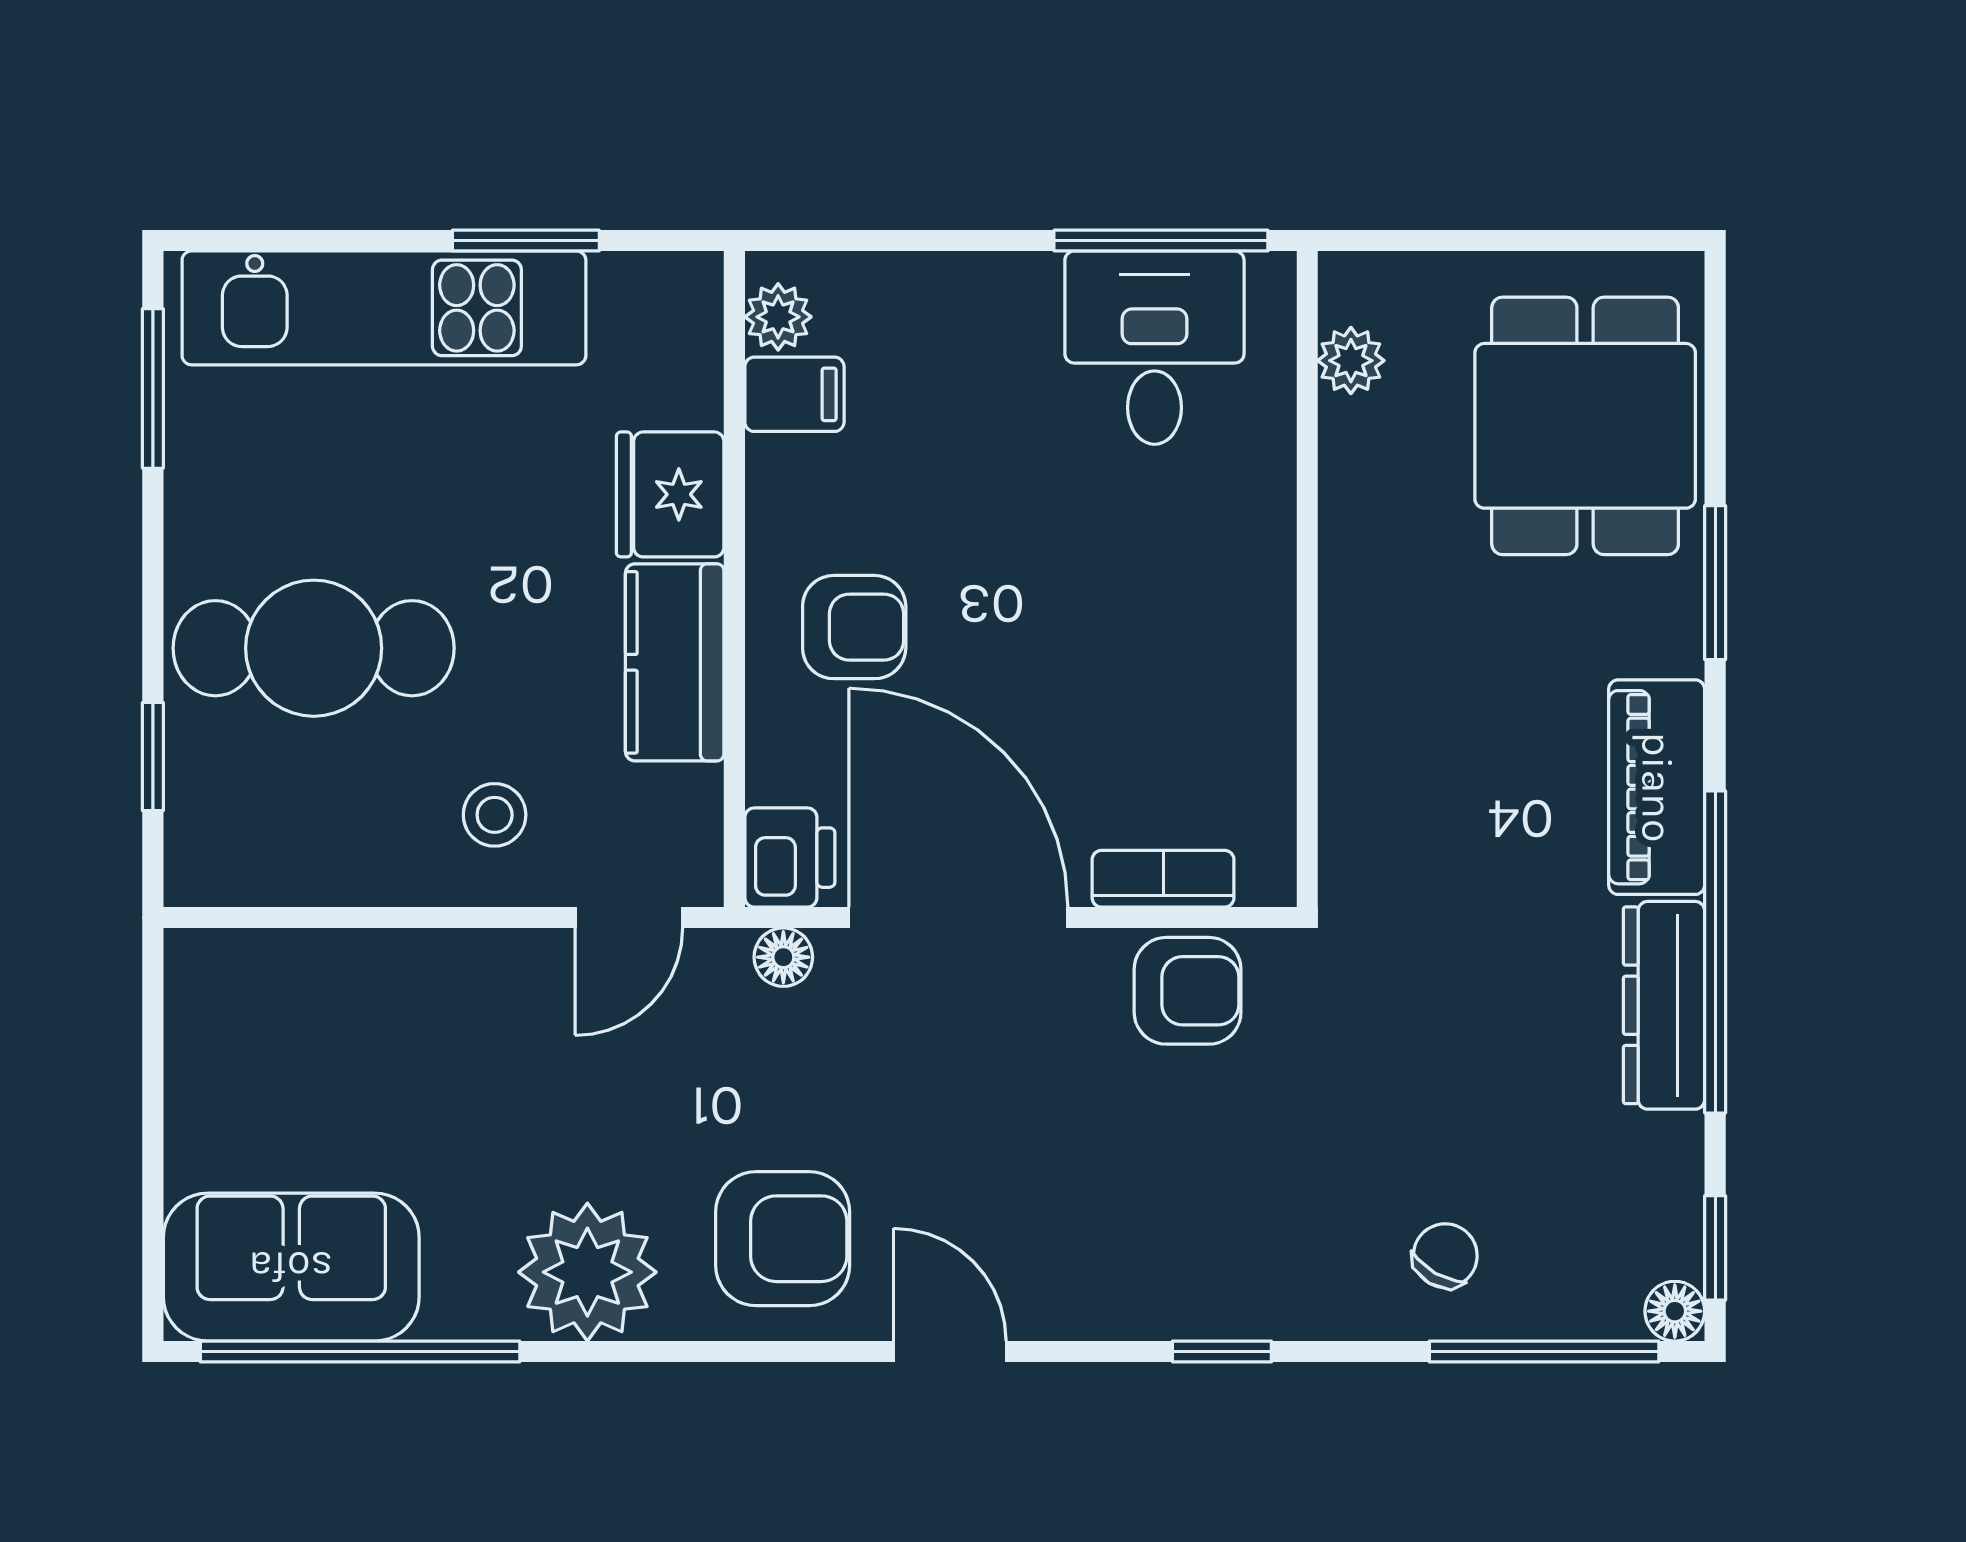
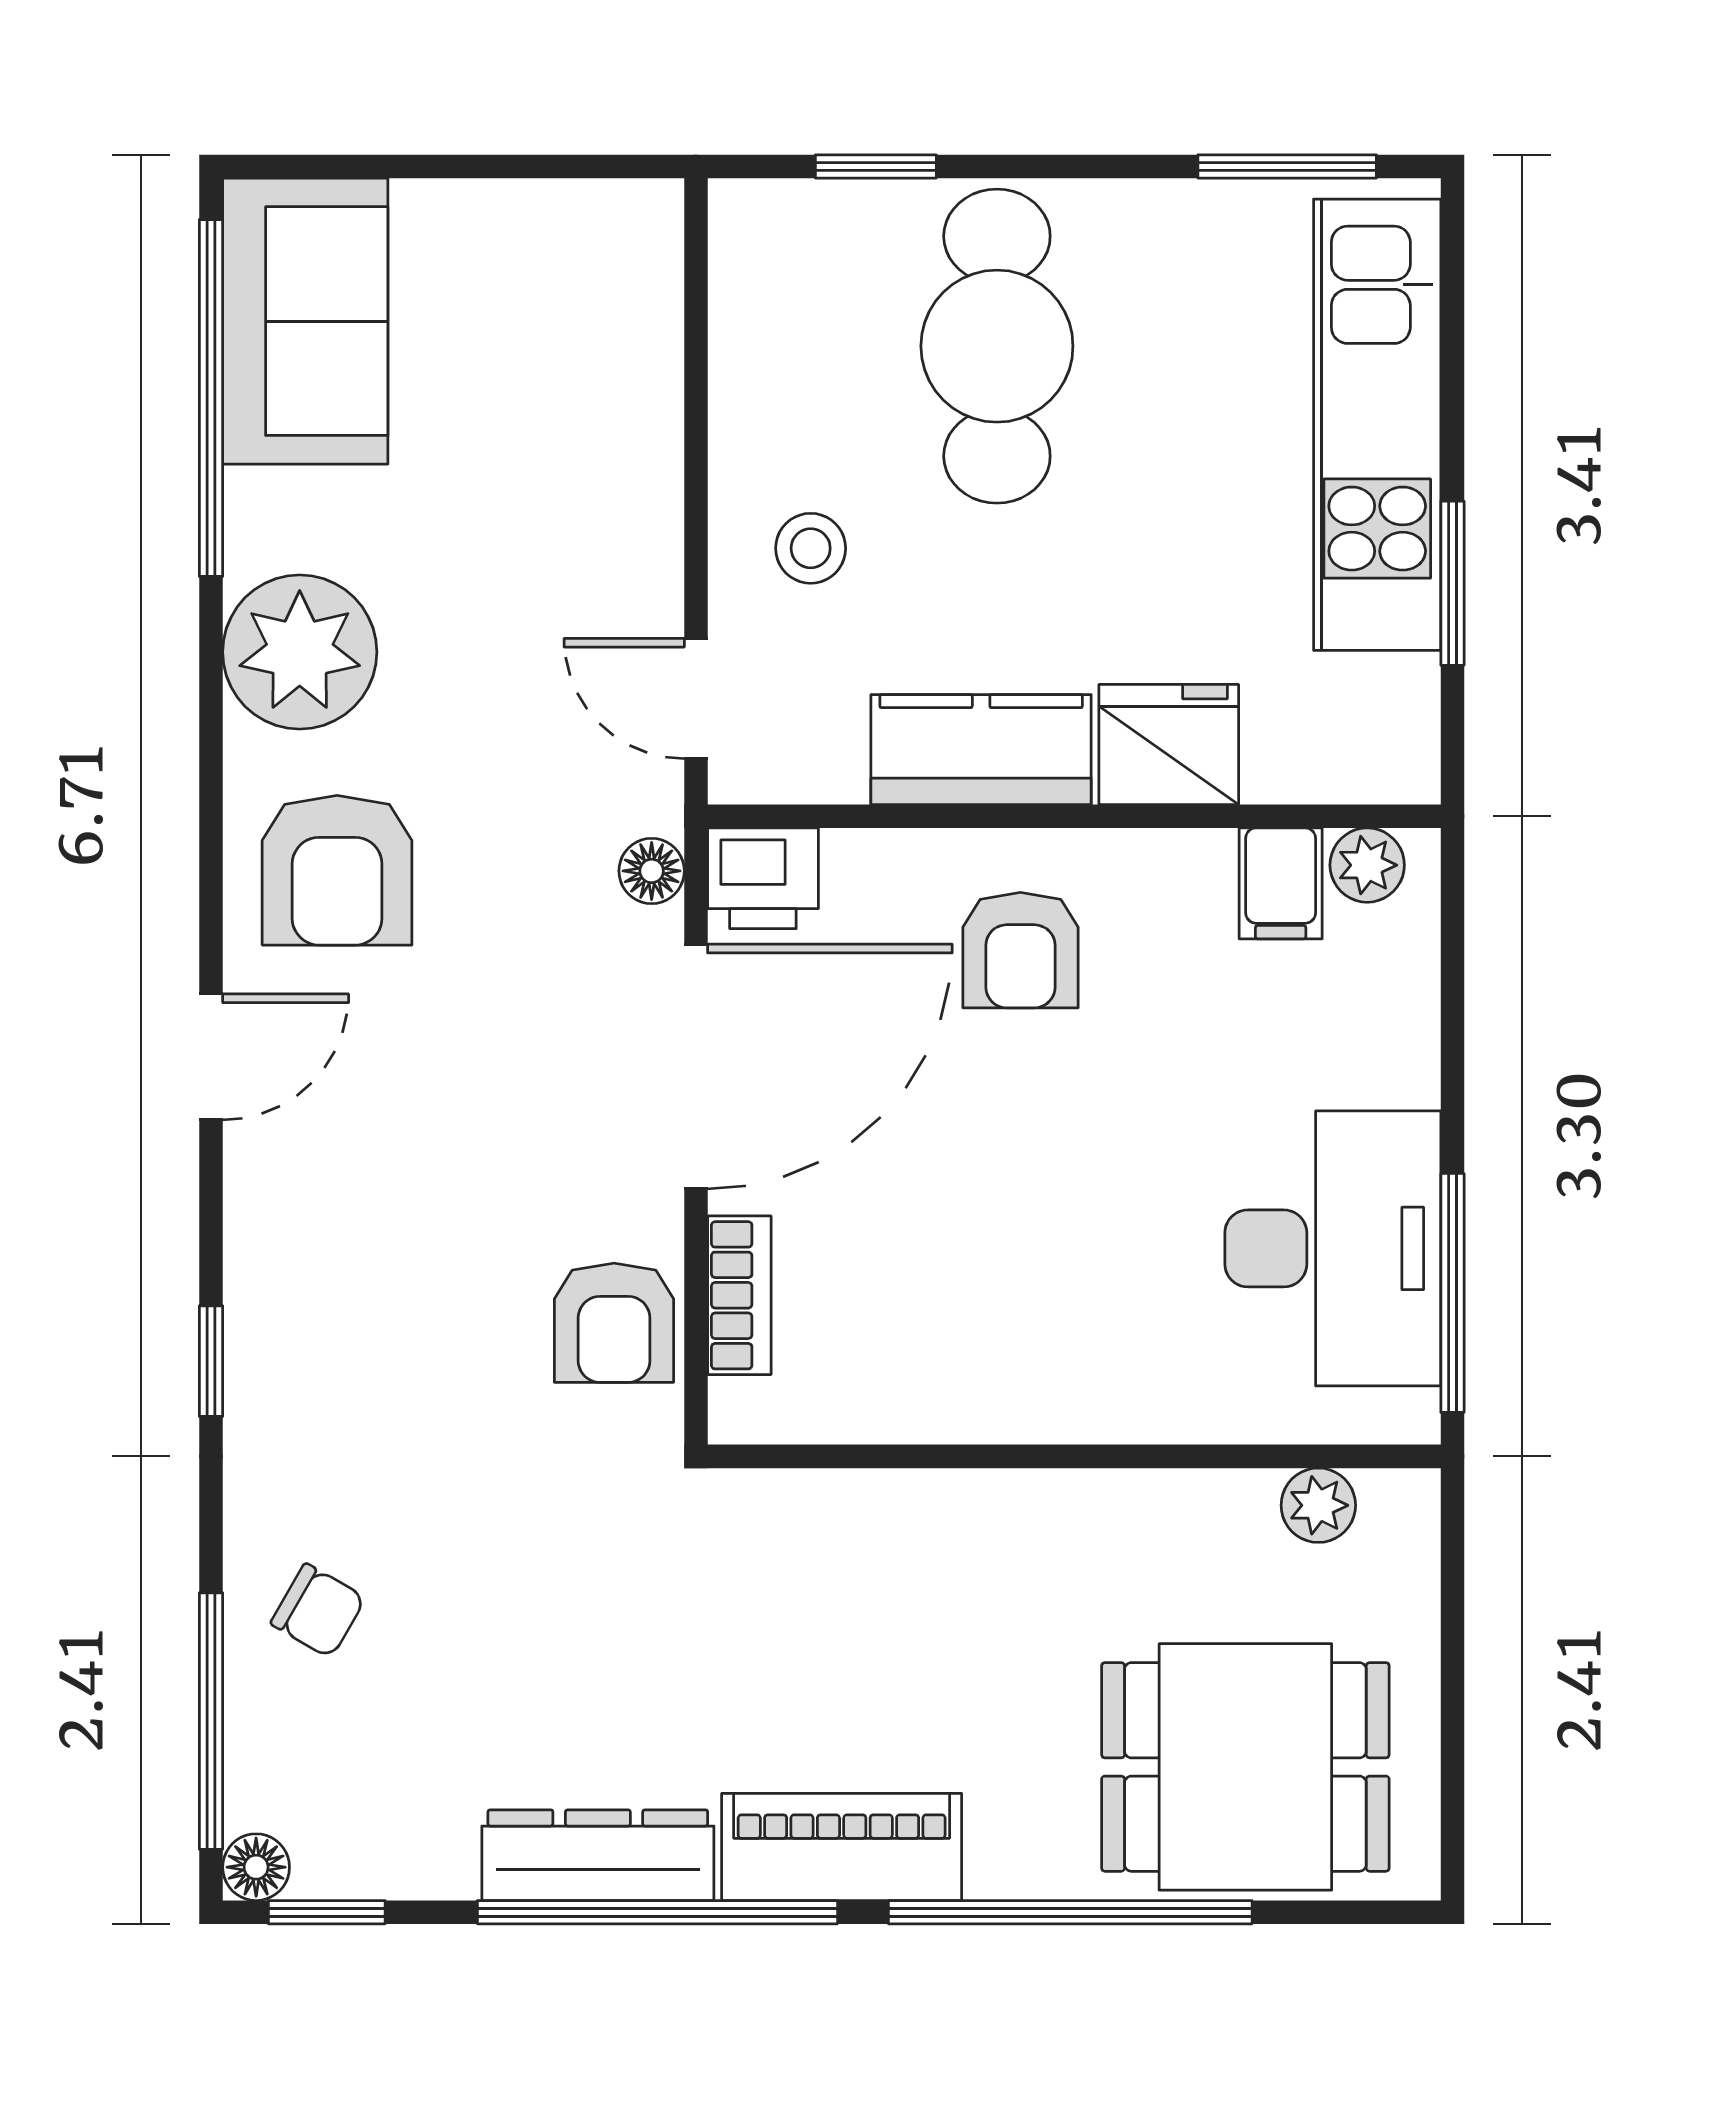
desk: (1154, 348) -> (1333, 1248), width x1.37
window: (1715, 583) -> (1070, 1912), width x2.11

